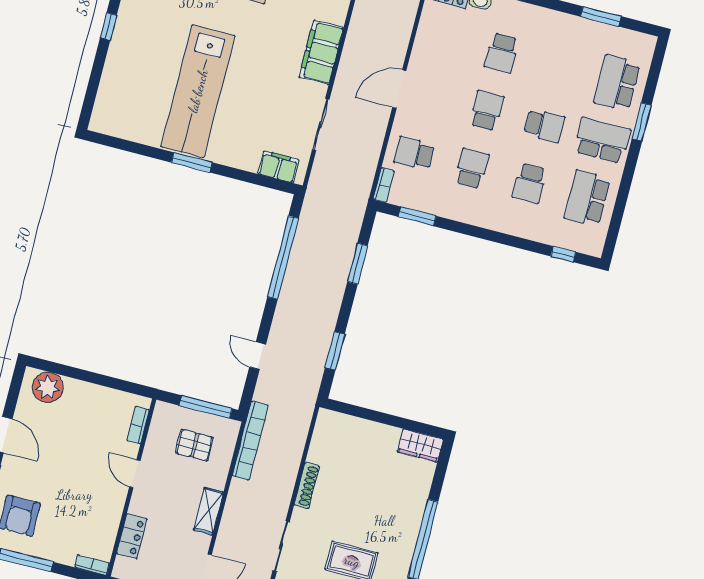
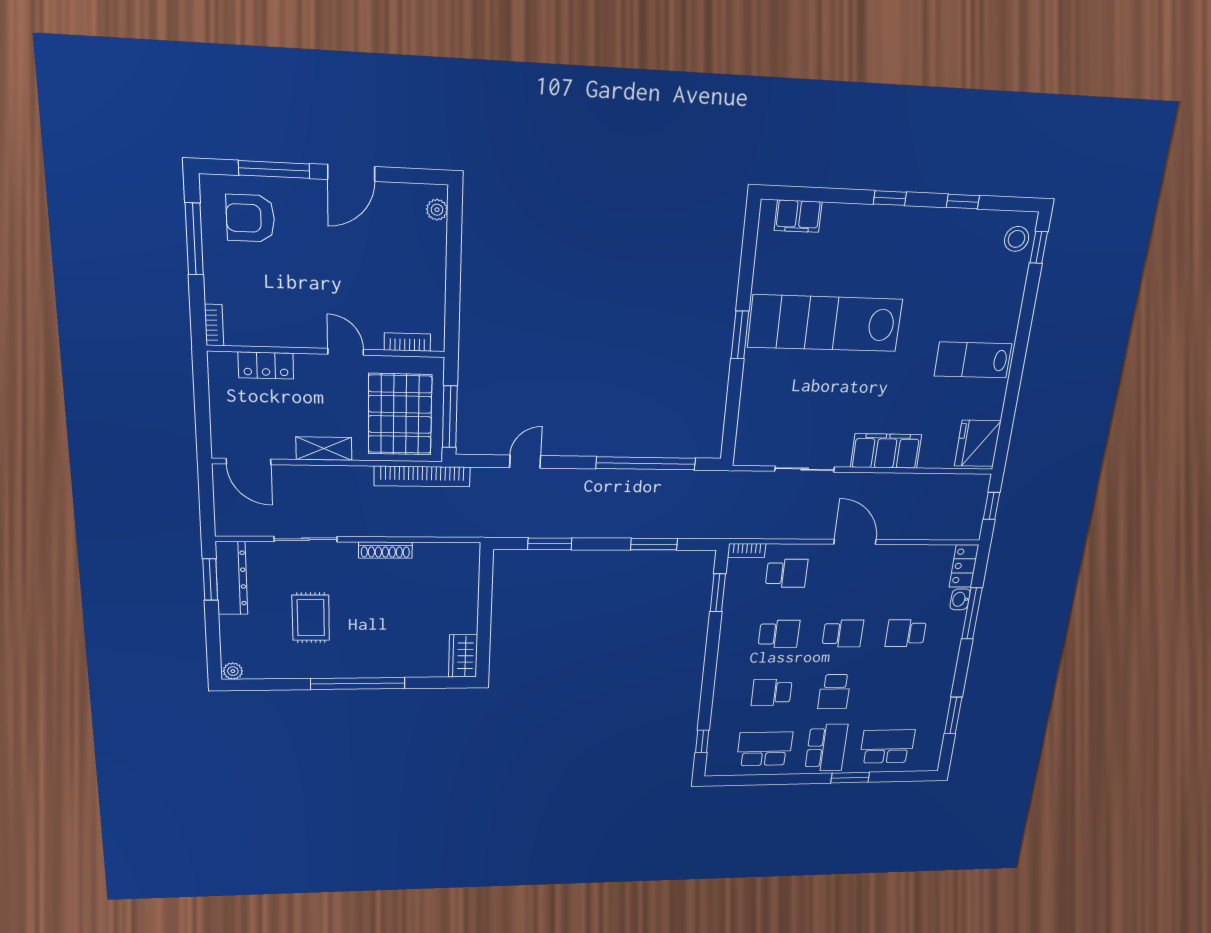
school desk: (414, 153) -> (787, 573), turned 90
filing cabinet: (278, 167) -> (798, 216), moved, turned 90
plant: (48, 387) -> (437, 210), width x0.53, depth x0.53
pallet: (194, 445) -> (400, 414), width x2.05, depth x2.00
door: (135, 474) -> (346, 352), hinge flipped

